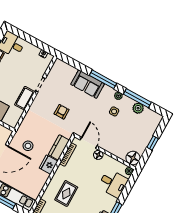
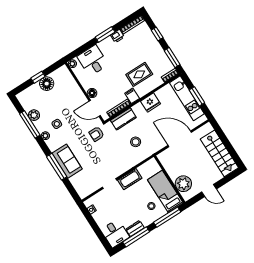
window: (103, 79) -> (57, 167), moved
armchair: (62, 112) -> (97, 134), moved
door: (89, 143) -> (95, 108), hinge flipped
stool: (28, 146) -> (136, 142), moved
floor lamp: (133, 158) -> (47, 84), moved
fridge: (49, 165) -> (150, 103), moved
filing cabinet: (62, 171) -> (132, 96), added

